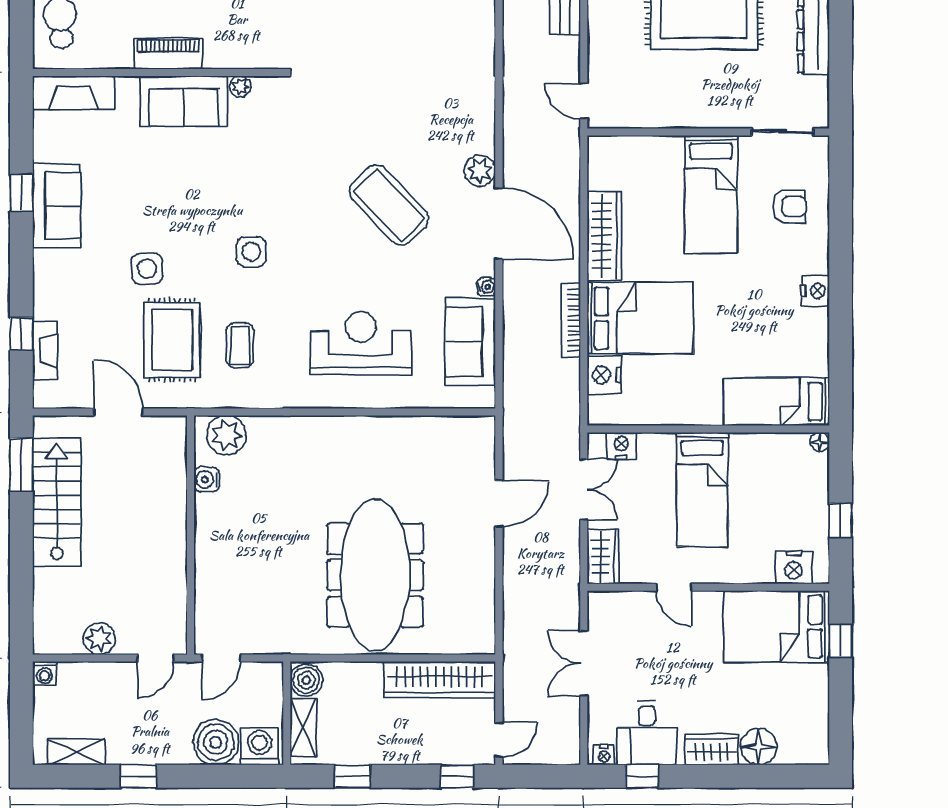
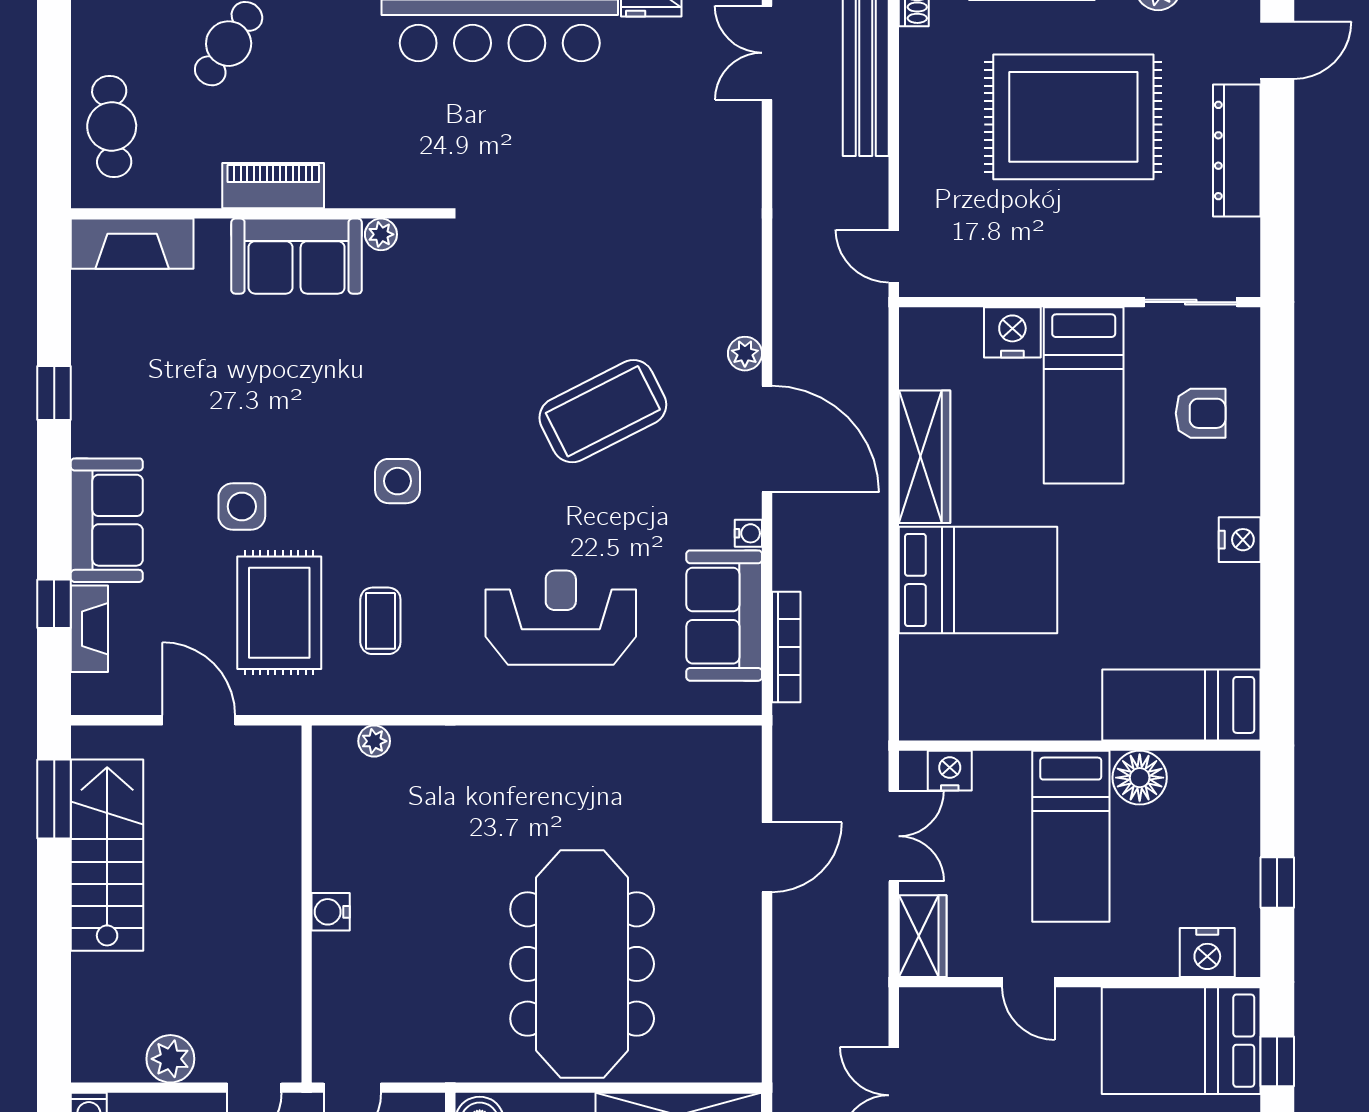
plant: (480, 171) -> (745, 354), width x0.73, depth x0.73
coffee table: (389, 205) -> (603, 411), turned -73
sofa: (57, 206) -> (107, 520), moved
bookcase: (571, 320) -> (786, 647), moved, turned 180
nightstand: (604, 375) -> (1012, 332), moved, turned 90
plant: (226, 435) -> (374, 741), width x0.53, depth x0.53
floor lamp: (820, 442) -> (1140, 778), moved, width x1.89, depth x1.89
water cooler: (207, 479) -> (331, 912), moved

